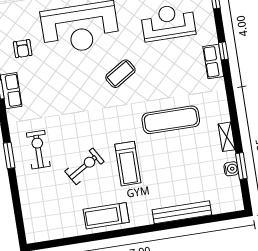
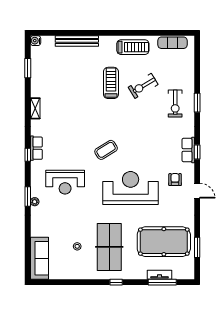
exercise mat: (171, 120) -> (172, 43), moved, width x0.73, depth x0.69
shelving: (227, 137) -> (35, 108), moved
water cooler: (231, 169) -> (36, 41), moved

